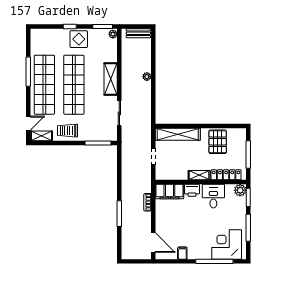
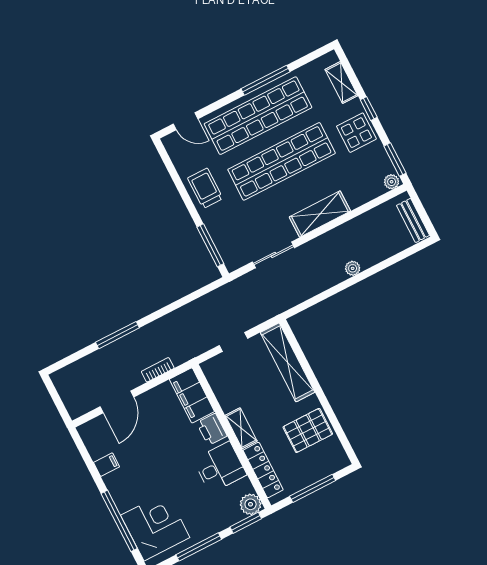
shelving: (41, 136) -> (341, 83), moved
door: (153, 243) -> (117, 402), moved

